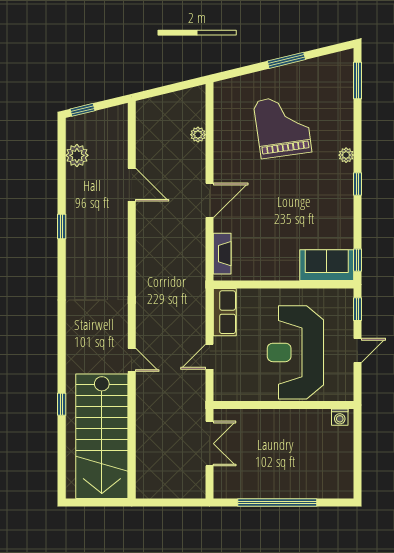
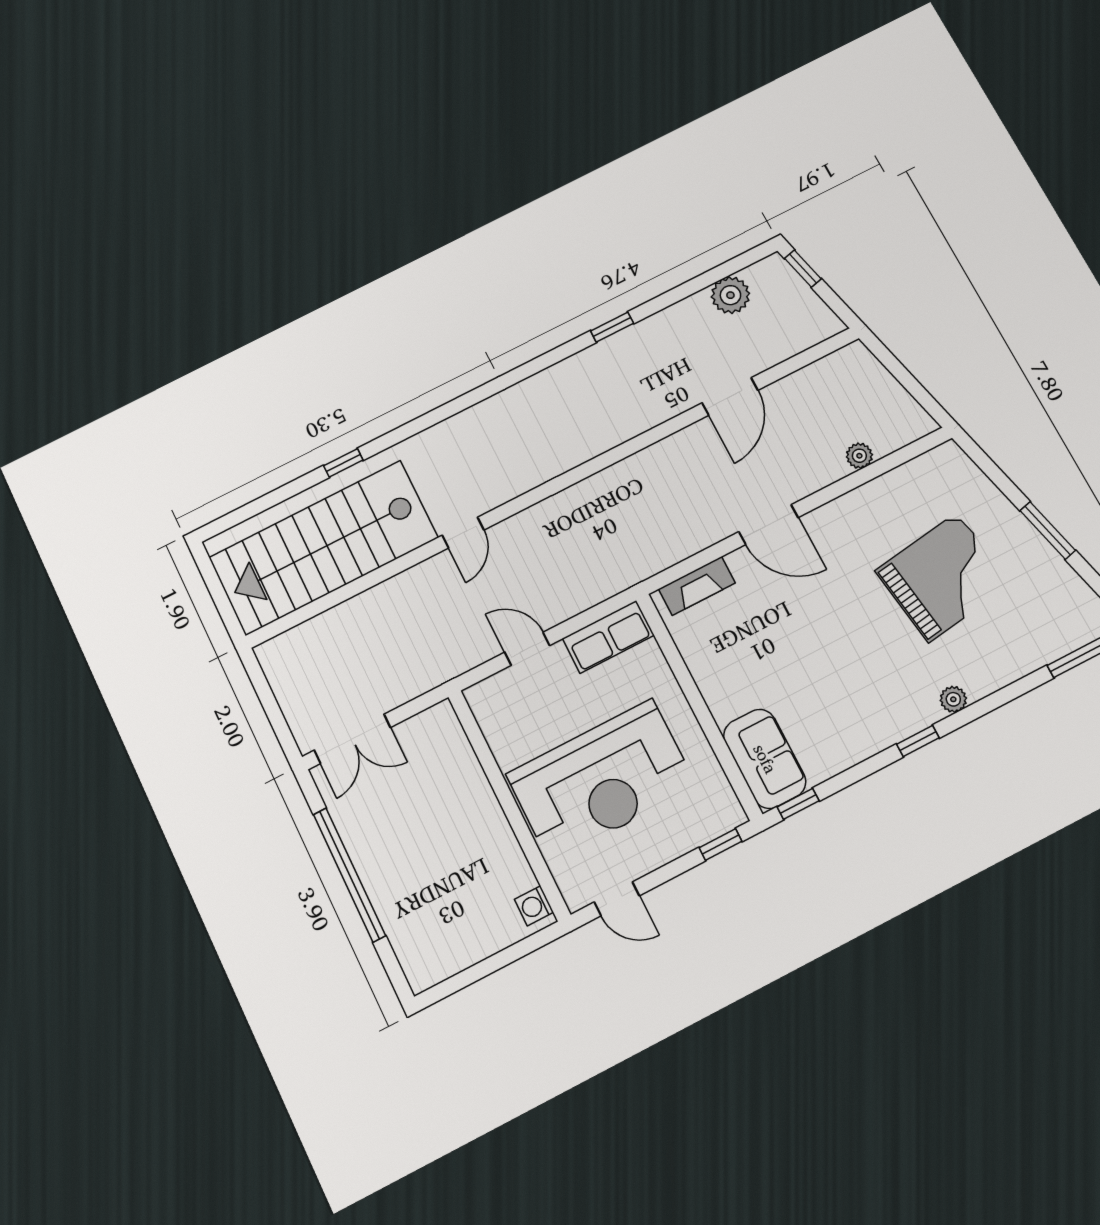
door: (357, 351) -> (617, 899), moved
reception desk: (295, 352) -> (601, 780), turned 180
double door: (210, 444) -> (352, 739), moved

